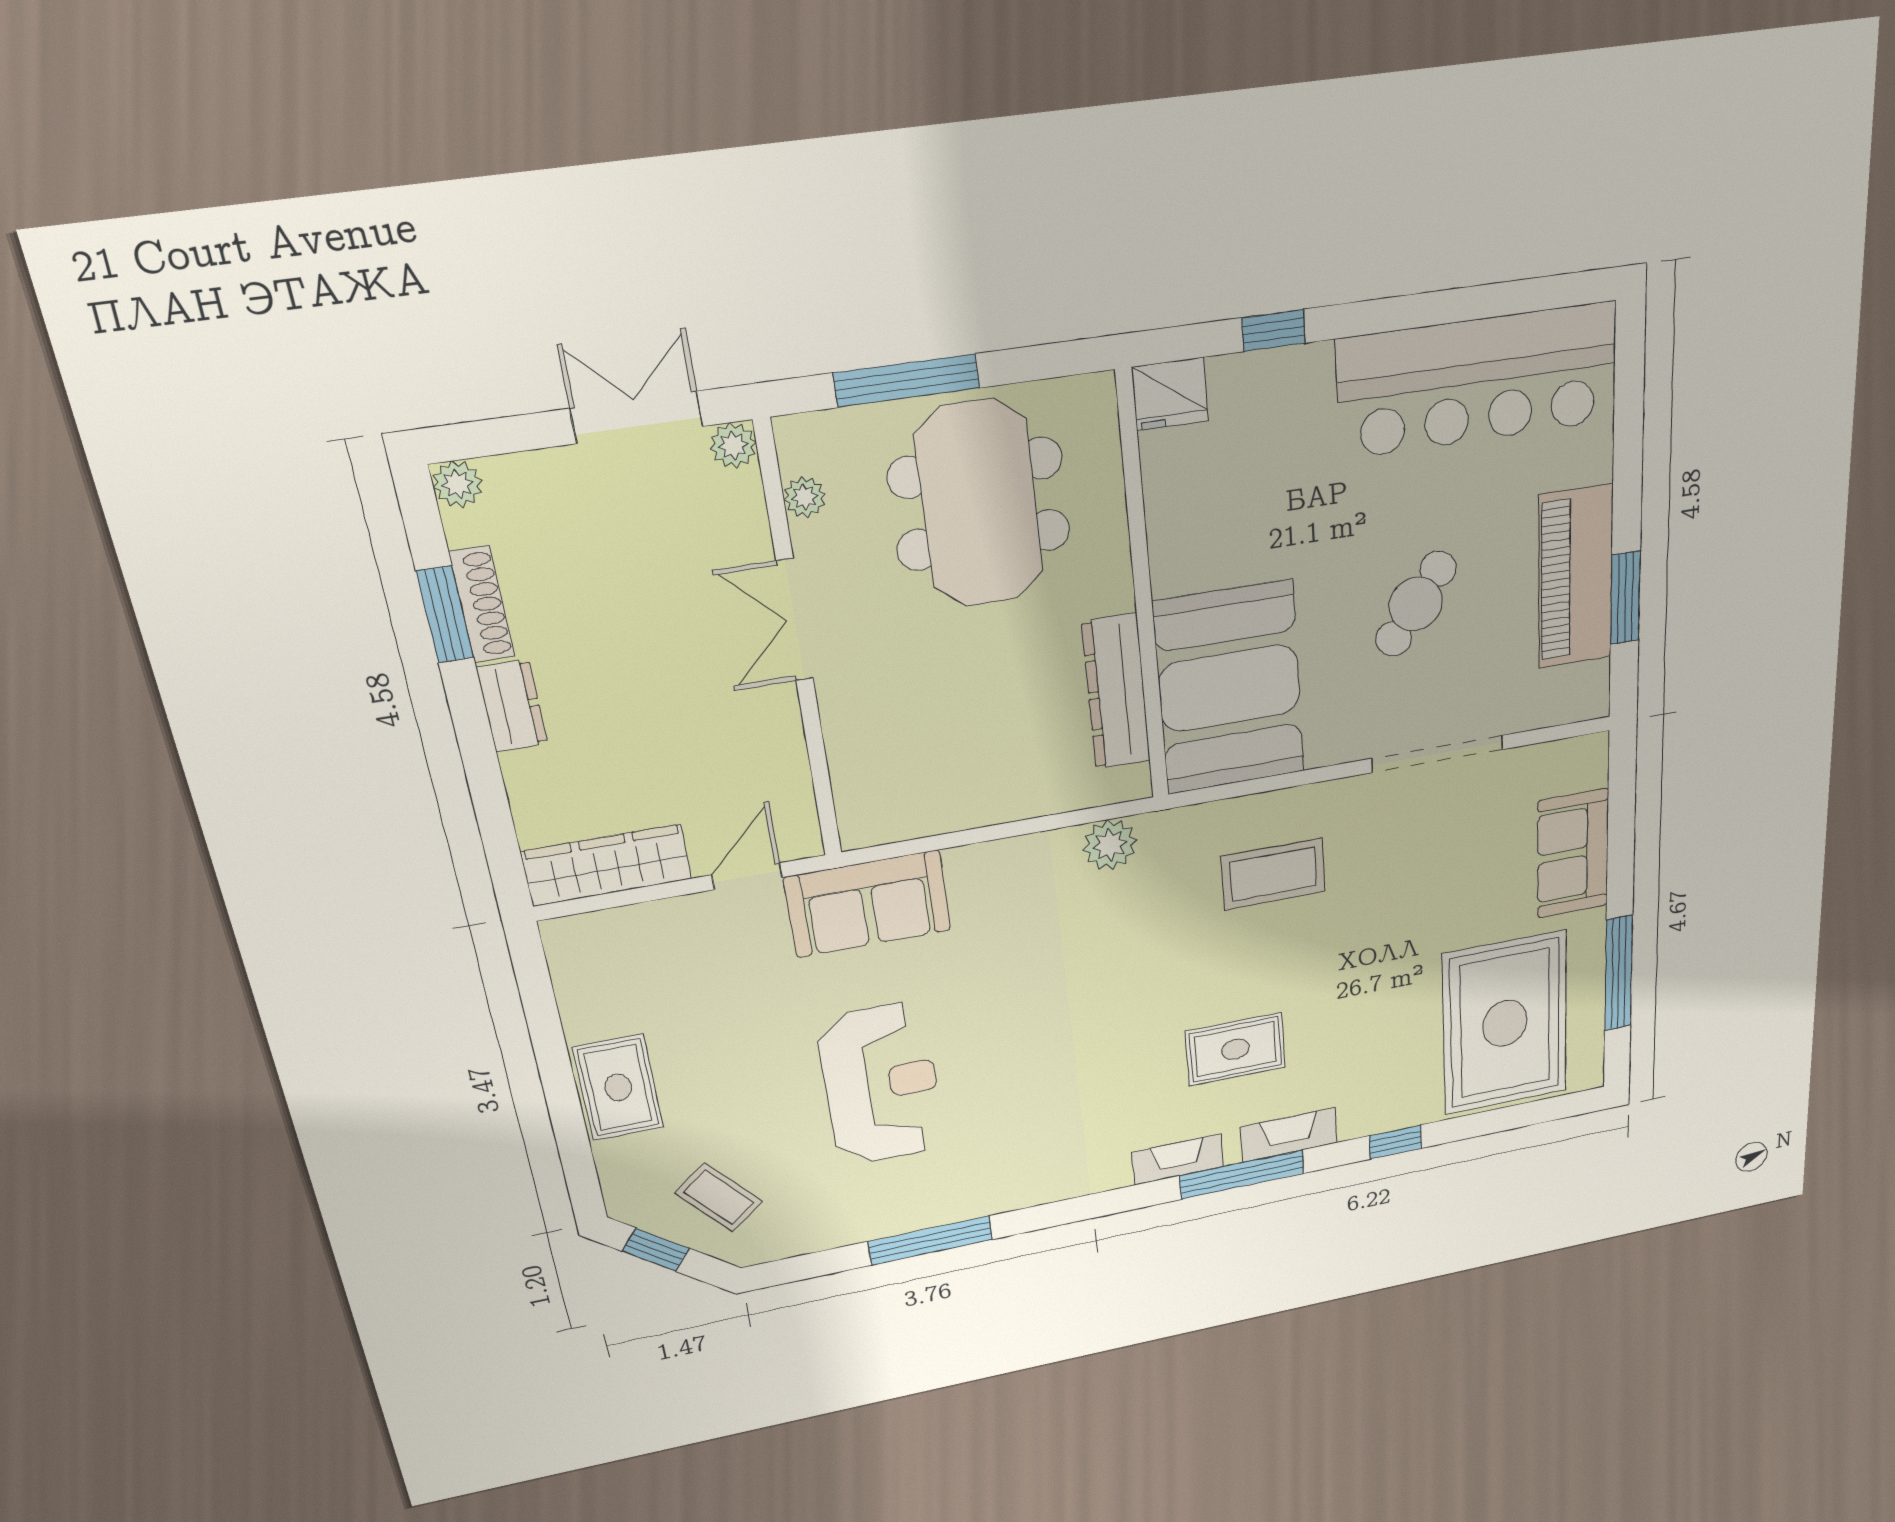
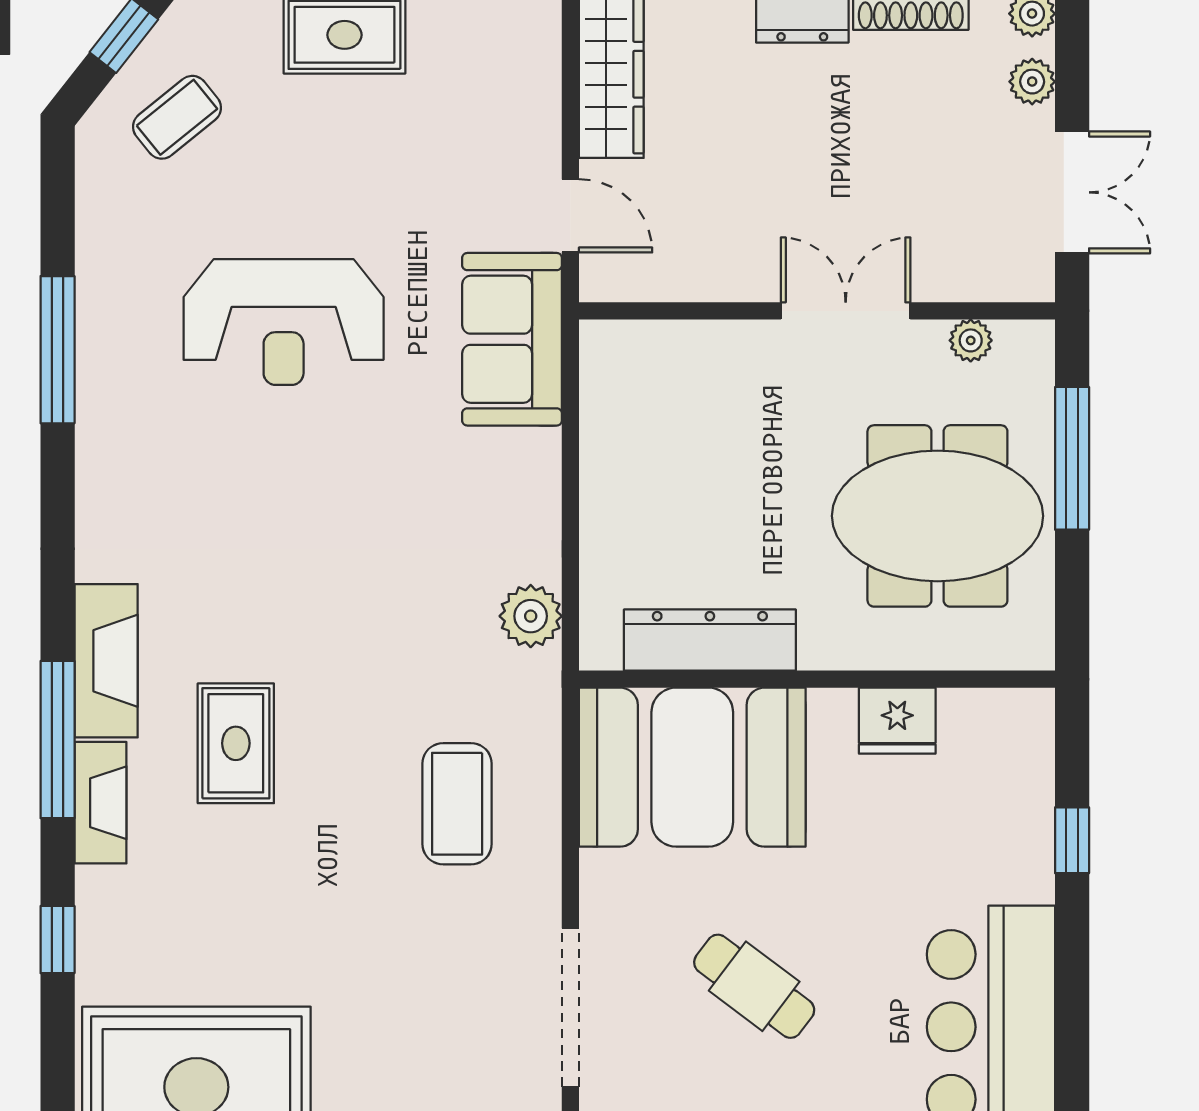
fridge: (1170, 394) -> (897, 721), moved, turned -90
plant: (733, 445) -> (1032, 82), moved
fireplace: (1178, 1160) -> (106, 661), width x1.37, depth x1.32

